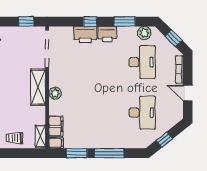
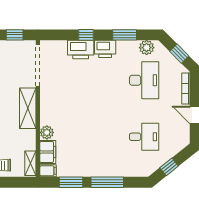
plant: (55, 93) -> (47, 132), moved
desk: (142, 113) -> (144, 137), width x0.73

